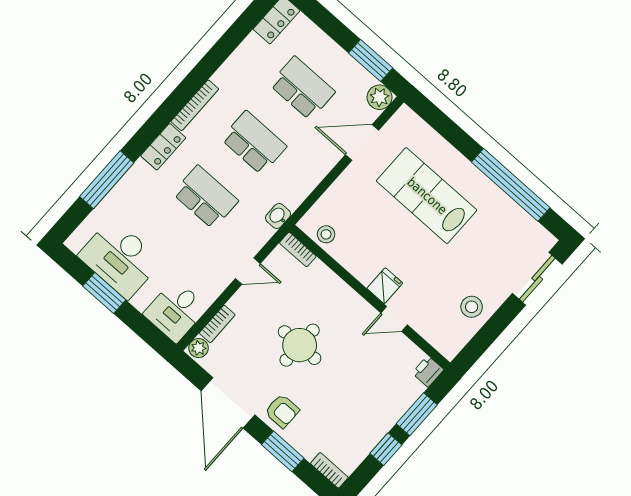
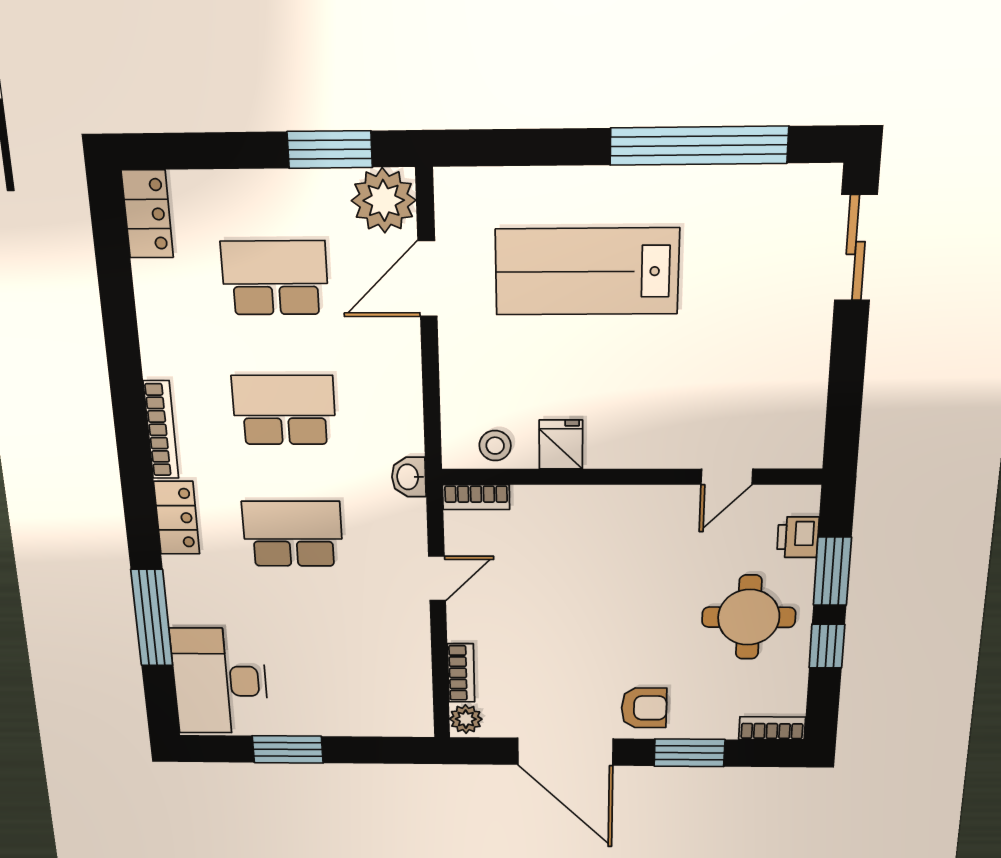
plant: (379, 97) -> (384, 200), width x1.36, depth x1.36
desk: (120, 258) -> (220, 681), moved, turned 90
fridge: (385, 286) -> (561, 444), moved
stool: (472, 307) -> (789, 370), removed
desk: (176, 311) -> (394, 700), removed
door: (394, 319) -> (727, 477), moved
round table: (300, 345) -> (749, 617), moved
printer: (428, 371) -> (798, 537), moved

